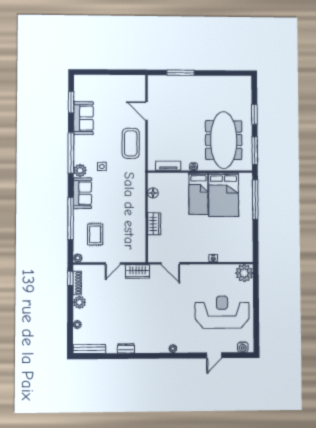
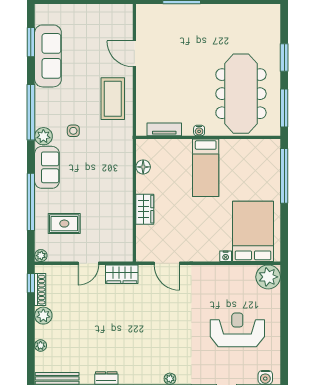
sofa: (83, 118) -> (48, 56), width x1.36
bed: (224, 195) -> (253, 231), moved, turned 180
rug: (95, 234) -> (64, 224), turned 90
reception desk: (222, 312) -> (237, 330), width x0.74, depth x0.77

